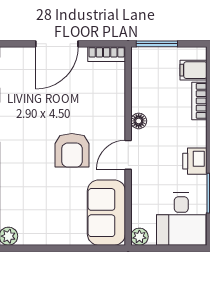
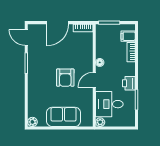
sofa: (106, 213) -> (64, 117), moved, turned 90
desk: (181, 219) -> (109, 104), moved, turned 90

